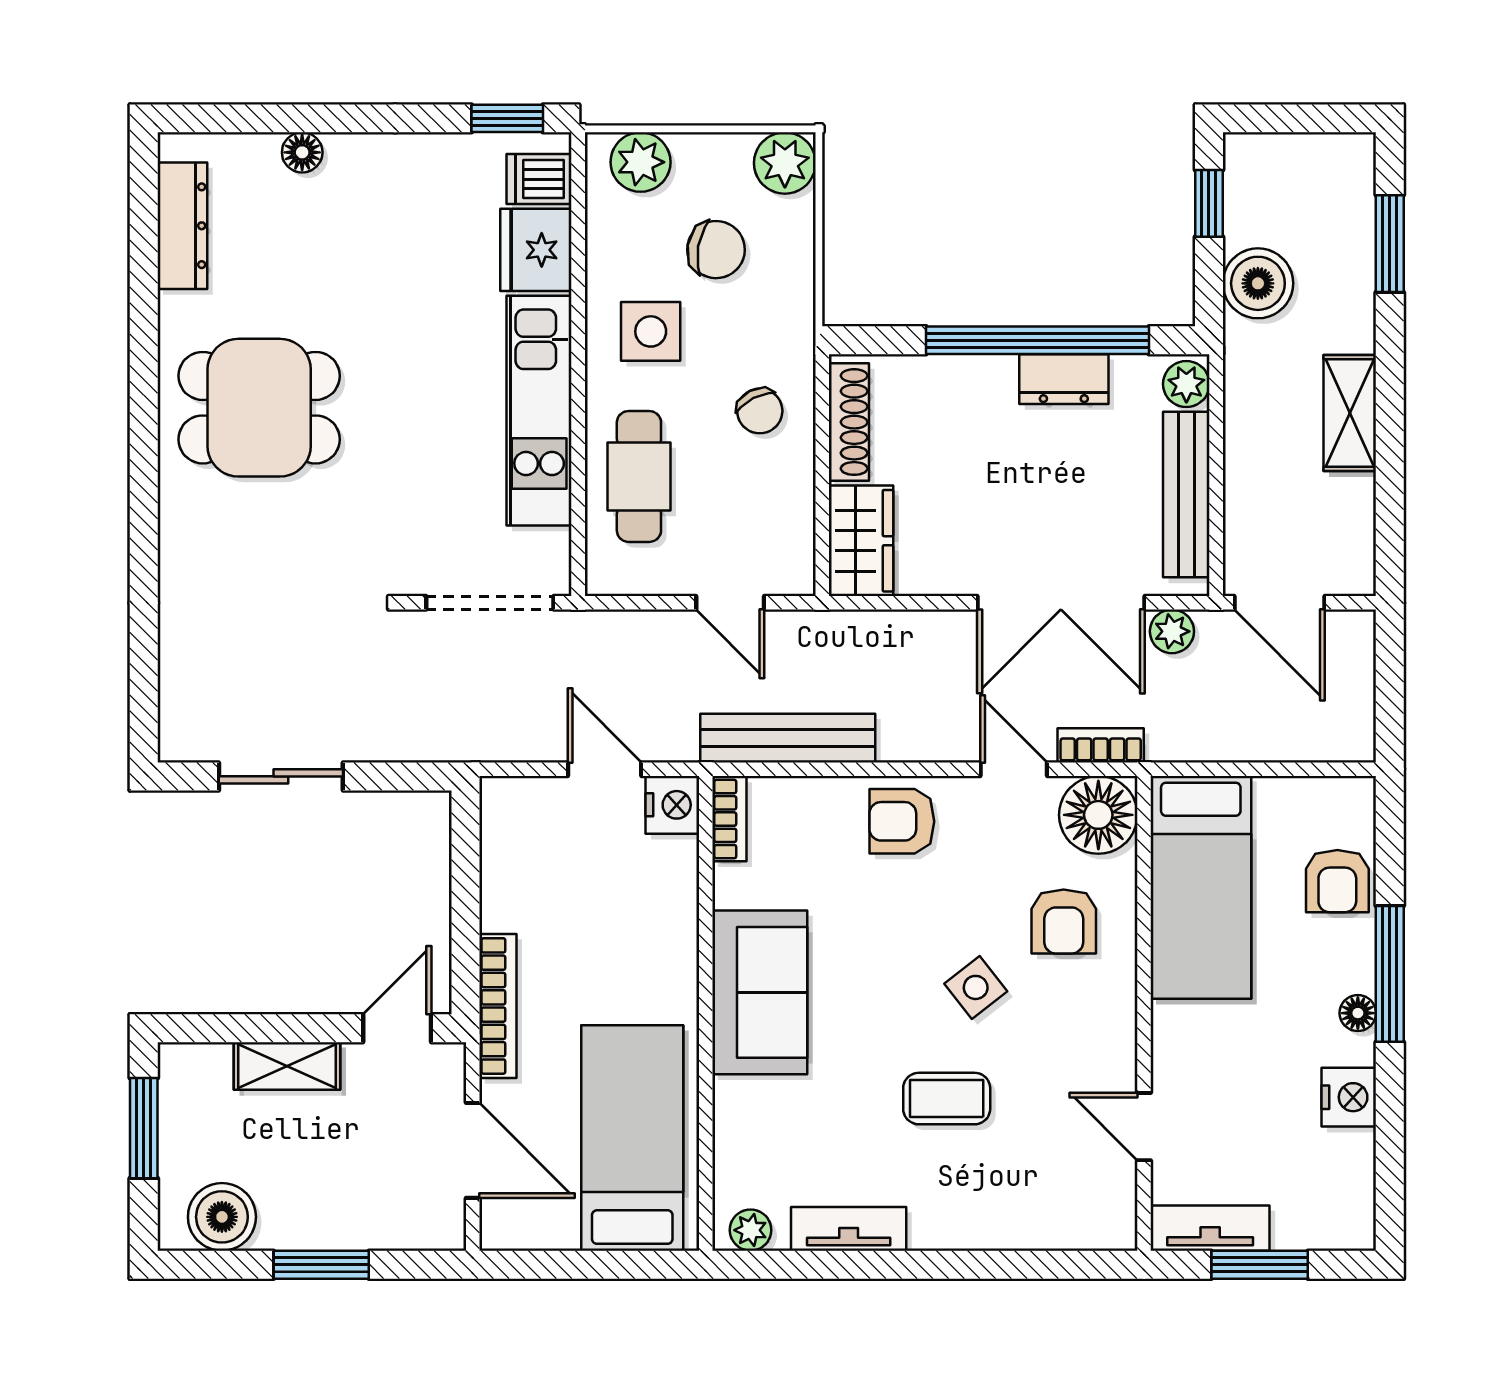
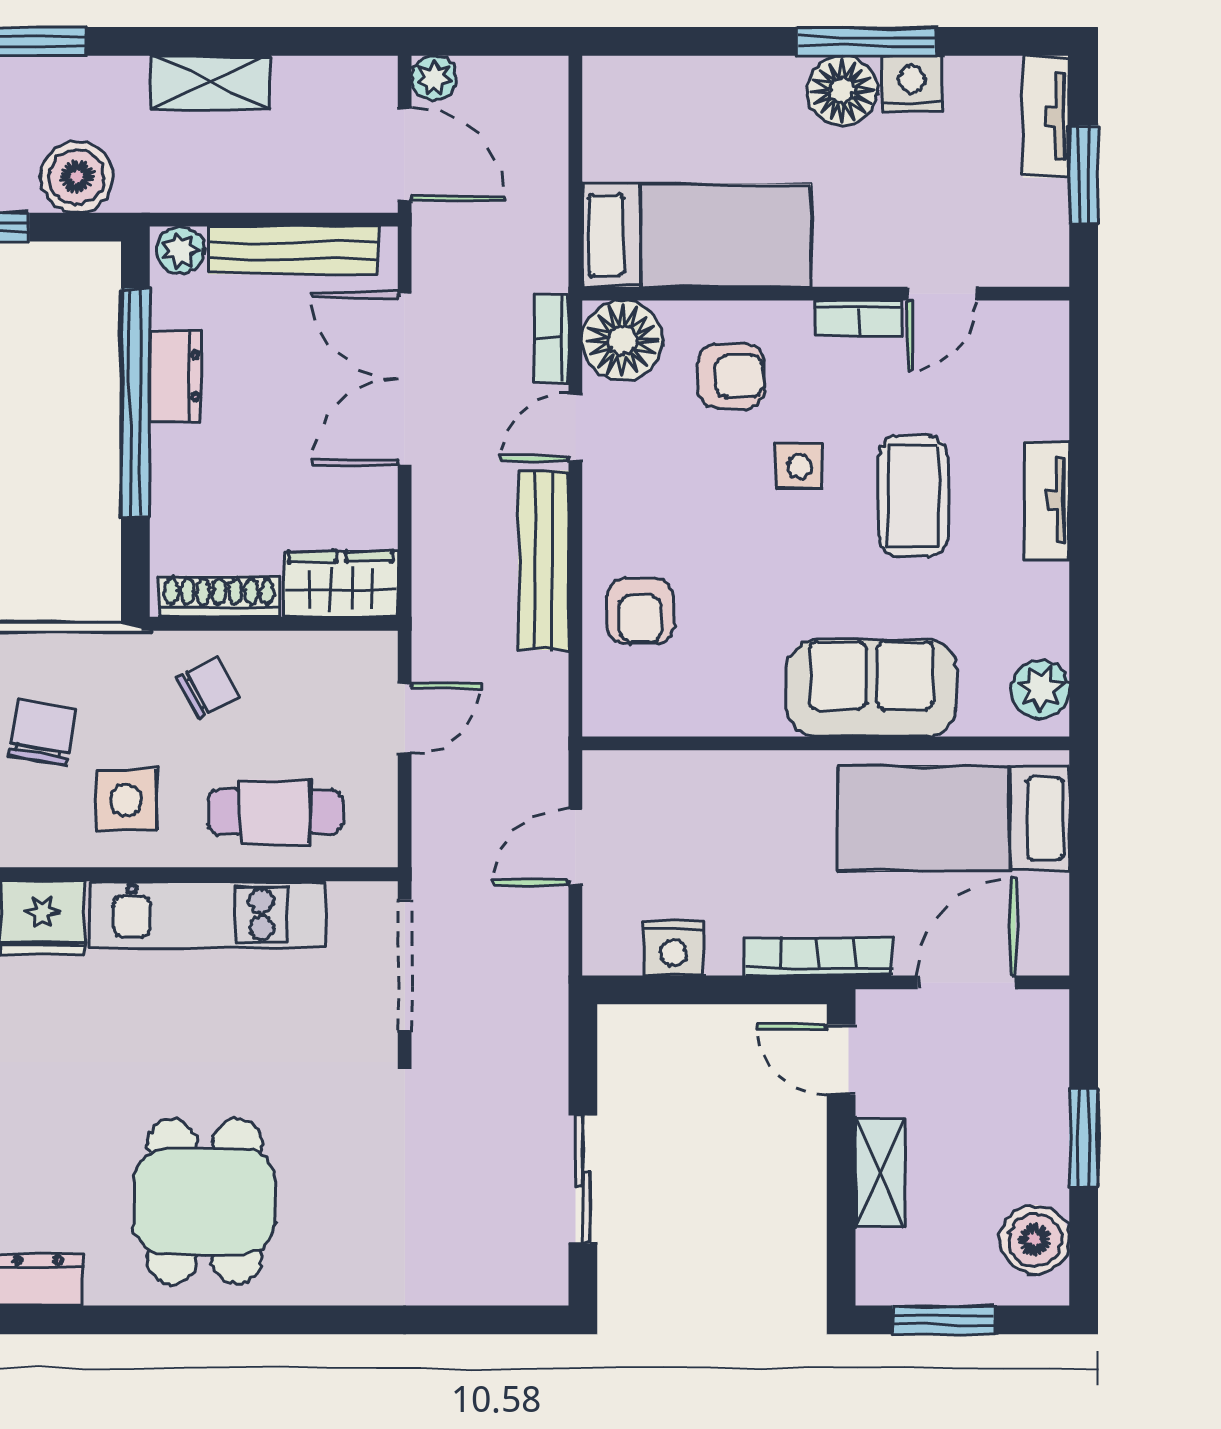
double door: (1061, 603) -> (405, 379), swing flipped
door: (1280, 603) -> (405, 155), hinge flipped
plant: (1172, 631) -> (434, 78), moved
bench: (788, 738) -> (543, 560), moved
nightstand: (672, 805) -> (674, 948), moved, turned 180
bookcase: (729, 819) -> (858, 318), moved, turned 180
armchair: (902, 821) -> (640, 611), moved
armchair: (1337, 881) -> (690, 95), removed
window: (1390, 974) -> (867, 41), moved
side table: (976, 987) -> (799, 466), turned 38
sofa: (760, 992) -> (872, 688), moved
floor lamp: (1358, 1013) -> (842, 91), width x1.89, depth x1.89
coffee table: (947, 1099) -> (913, 496), width x1.36, depth x1.30
tv unit: (1210, 1228) -> (1046, 117), moved
tv unit: (849, 1229) -> (1047, 500), moved
plant: (751, 1230) -> (1040, 689), width x1.38, depth x1.38

